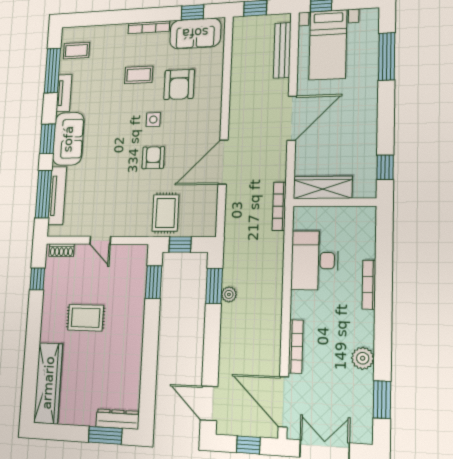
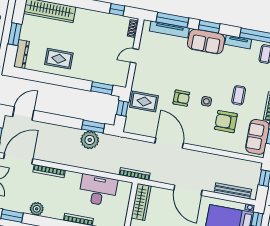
plant: (229, 294) -> (90, 140), width x1.88, depth x1.88
rug: (86, 318) -> (59, 59), moved, turned 90
window: (105, 435) -> (15, 34), moved

